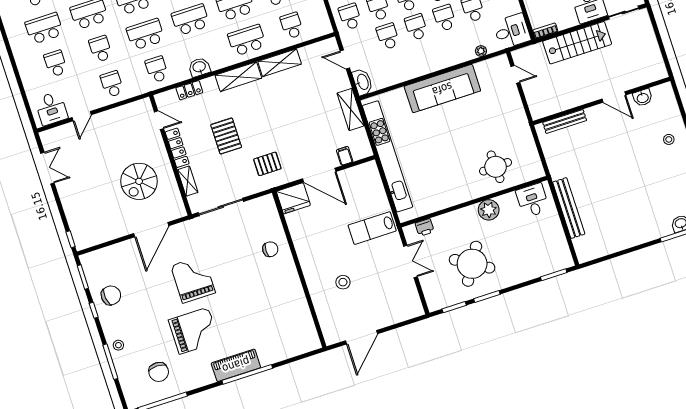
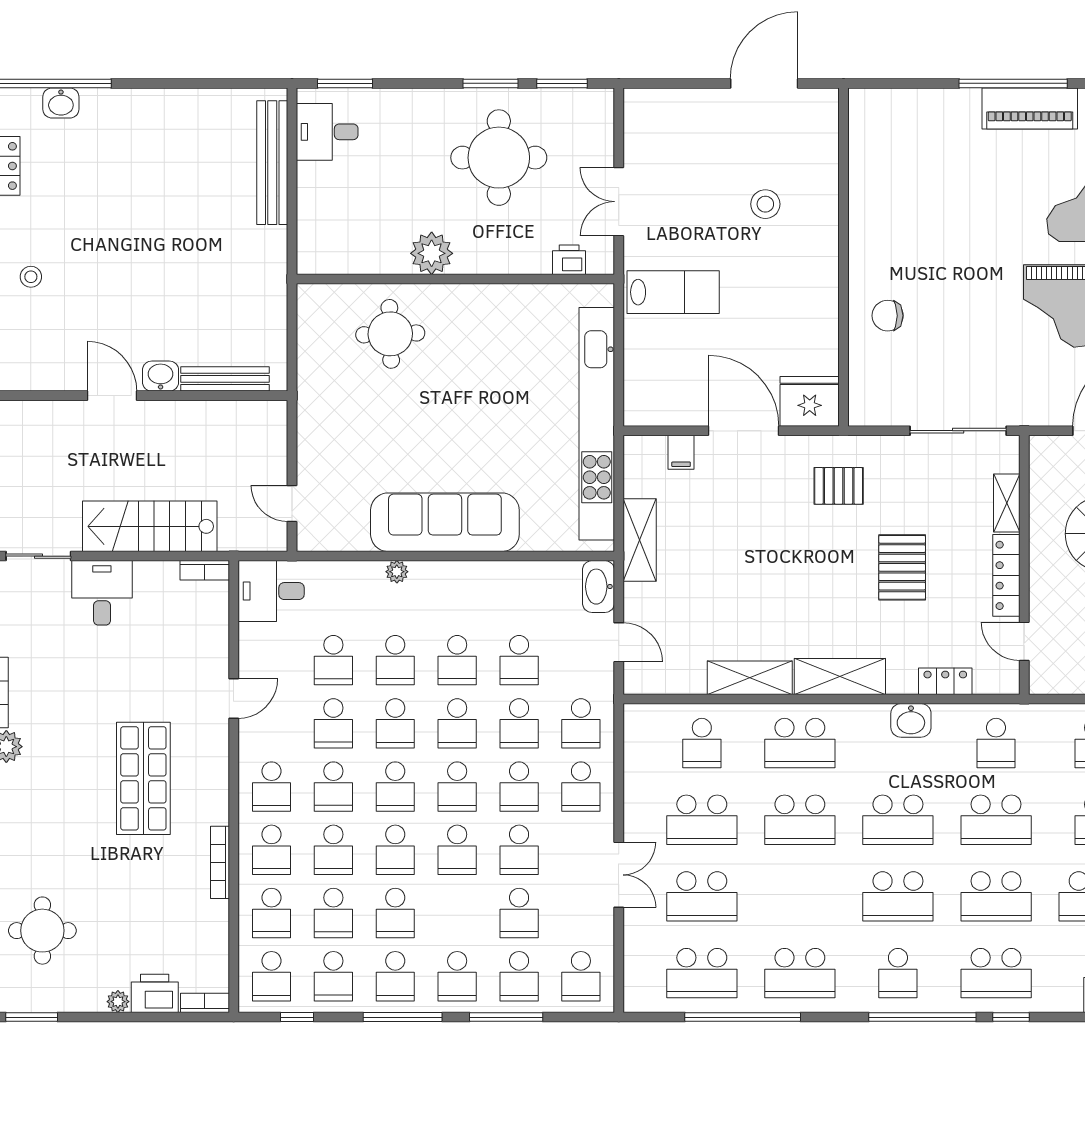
plant: (481, 51) -> (397, 572), moved
washbasin: (643, 98) -> (161, 376), moved
desk: (533, 200) -> (327, 132), moved, turned 90
bench: (569, 208) -> (272, 163), moved
round table: (472, 264) -> (499, 158), turned -31

